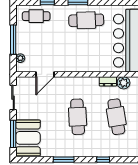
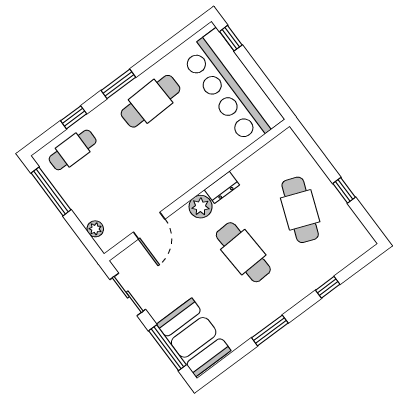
window: (13, 40) -> (51, 191), moved
dresser: (108, 81) -> (222, 187), moved
plant: (124, 83) -> (201, 207), moved
cafe table: (116, 117) -> (300, 210), turned 30

